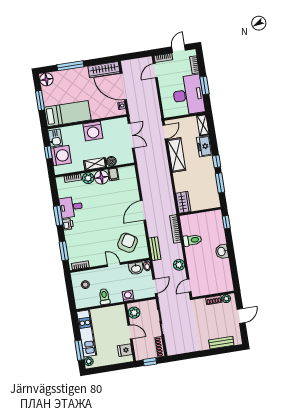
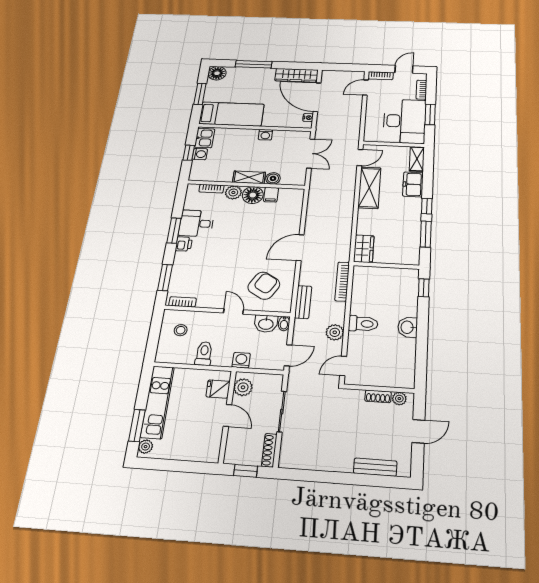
washing machine: (93, 131) -> (265, 135), width x0.53, depth x0.53
washing machine: (61, 156) -> (200, 154), width x0.53, depth x0.53
toilet: (192, 240) -> (363, 324), moved
fridge: (125, 350) -> (218, 389), moved

